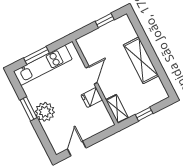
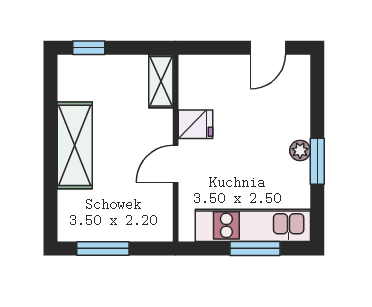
window: (105, 21) -> (103, 248), width x1.50
plant: (45, 112) -> (300, 150), width x0.53, depth x0.53
window: (144, 114) -> (89, 48), moved

